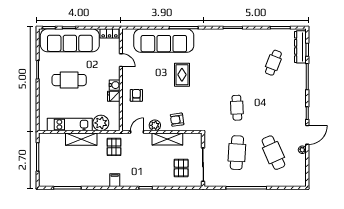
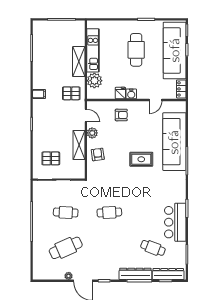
bar counter: (247, 40) -> (175, 222), added
dresser: (300, 81) -> (135, 274), added
cafe table: (237, 153) -> (66, 212), width x0.73, depth x0.74

